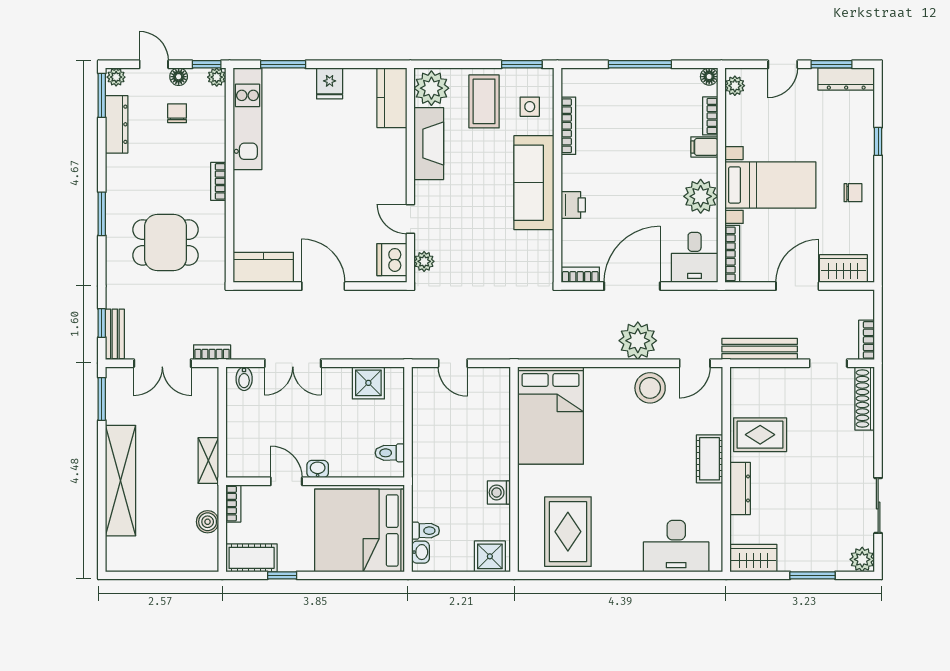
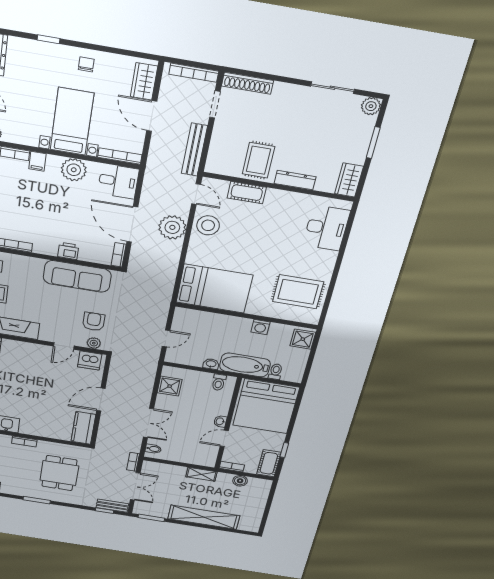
sofa: (534, 183) -> (77, 276), moved
armchair: (462, 256) -> (94, 322), added
bookcase: (867, 340) -> (194, 73), width x1.56
cot: (710, 459) -> (247, 193), moved
bathtub: (428, 484) -> (245, 365), added
washbasin: (420, 552) -> (211, 364), moved

